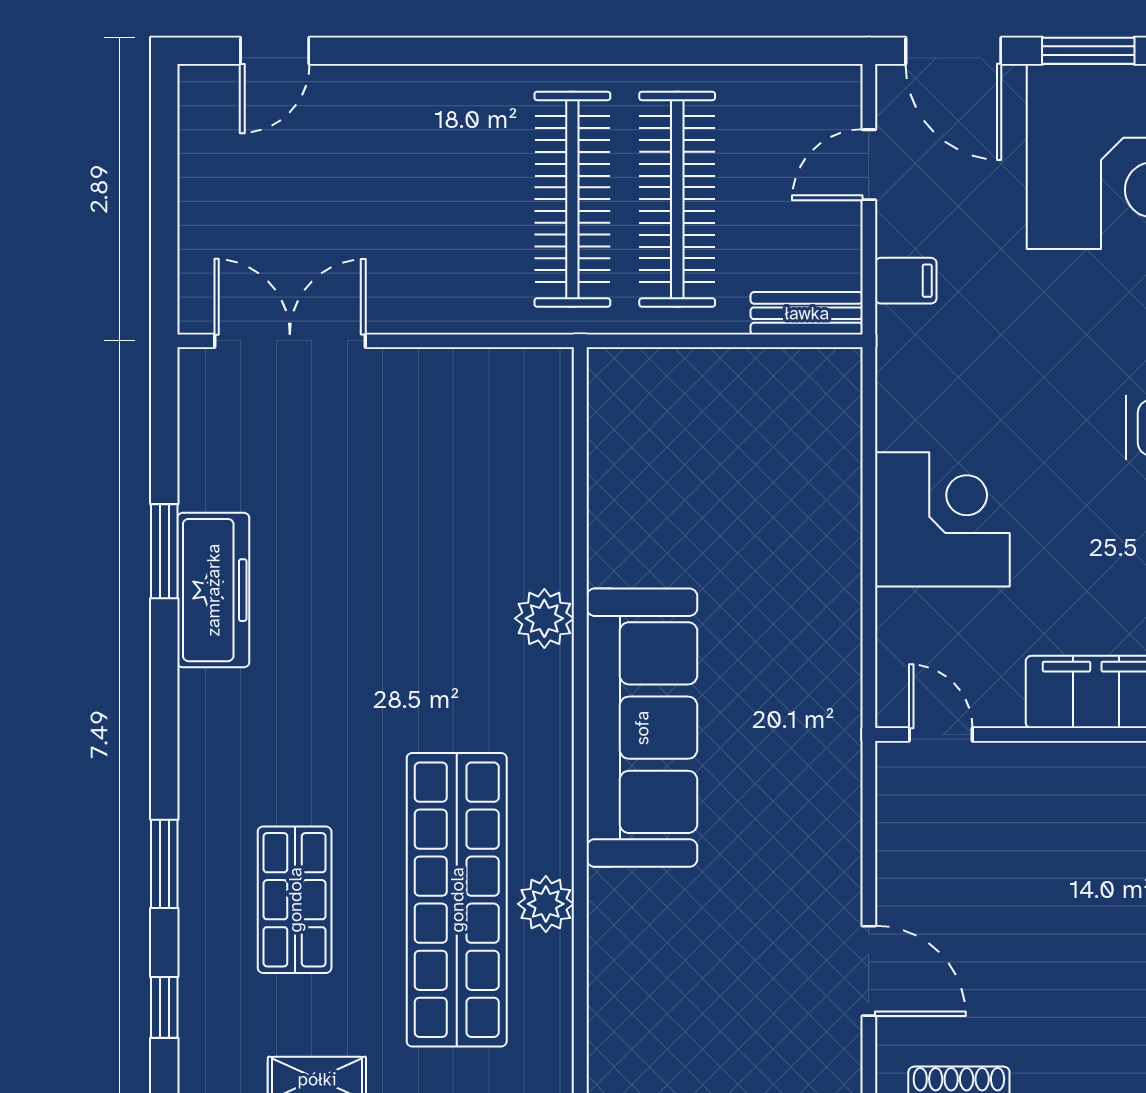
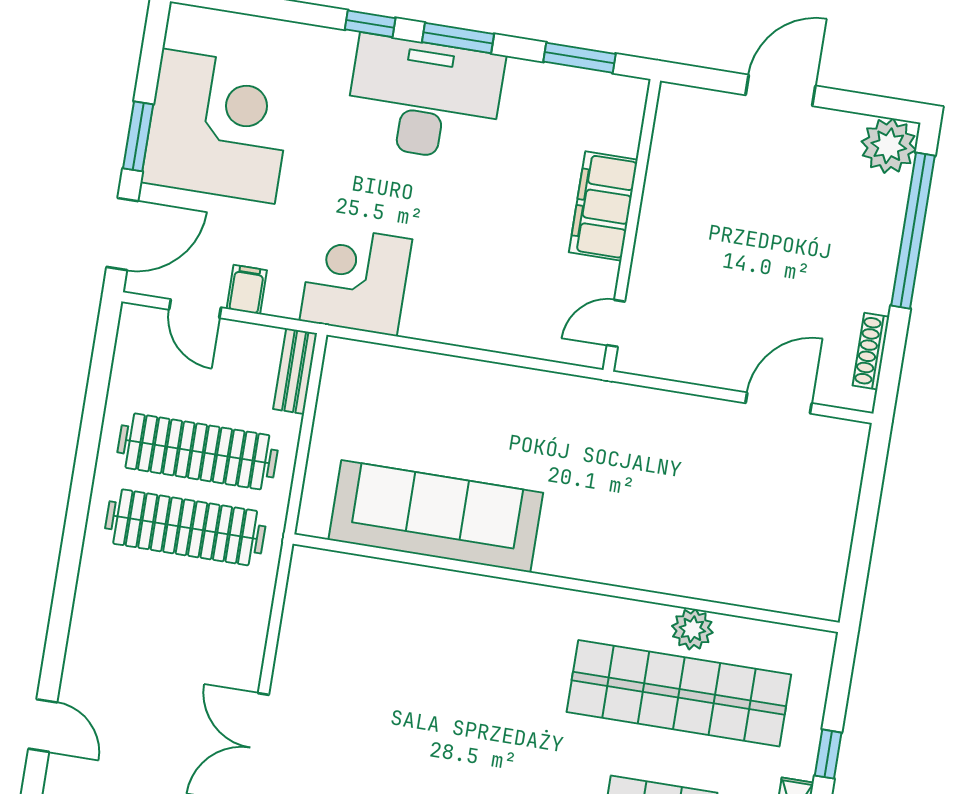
filing cabinet: (906, 281) -> (247, 290), moved
corner desk: (942, 519) -> (356, 280), moved
plant: (544, 618) -> (485, 597), removed
sofa: (642, 728) -> (436, 516), moved

